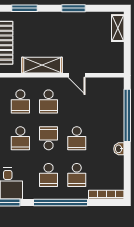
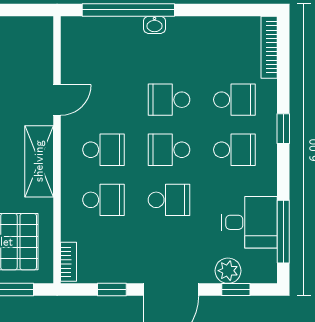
school desk: (77, 138) -> (169, 100), turned 180
washbasin: (119, 149) -> (155, 25), moved
window: (60, 203) -> (283, 129), width x0.32

